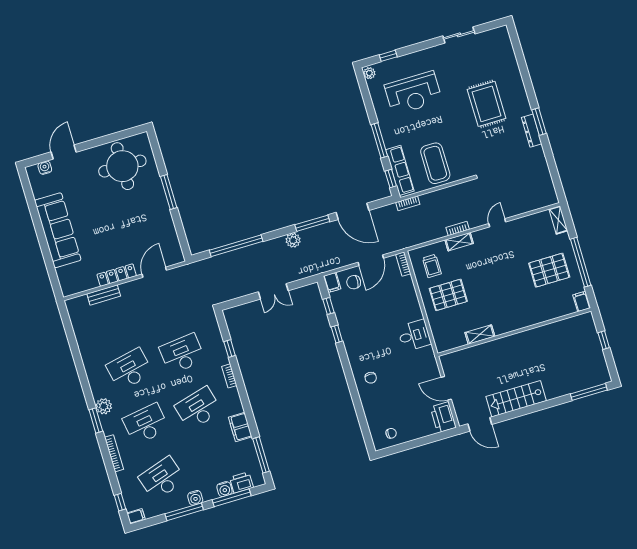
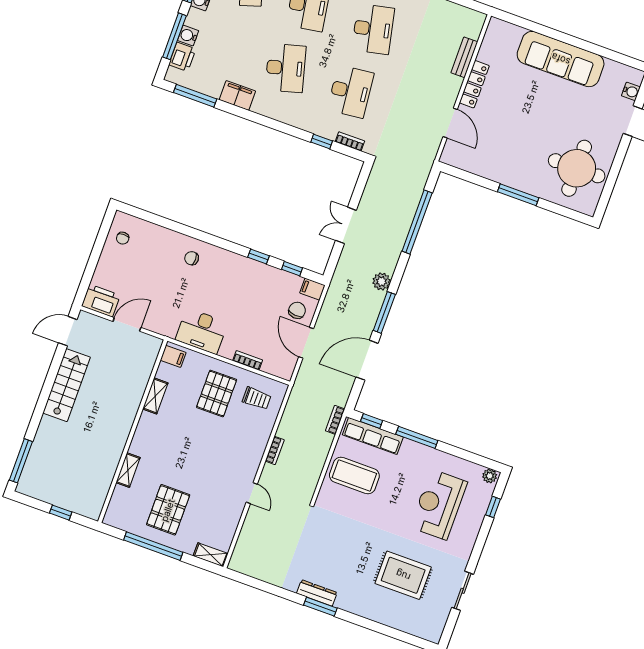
rug: (487, 104) -> (403, 575), moved
shelving: (459, 242) -> (128, 470), moved
bookcase: (403, 264) -> (248, 360), moved
trolley: (432, 266) -> (257, 398), turned 180
filing cabinet: (582, 301) -> (173, 356), moved
desk: (414, 335) -> (202, 331), width x1.37
bookcase: (229, 376) -> (350, 141), moved

